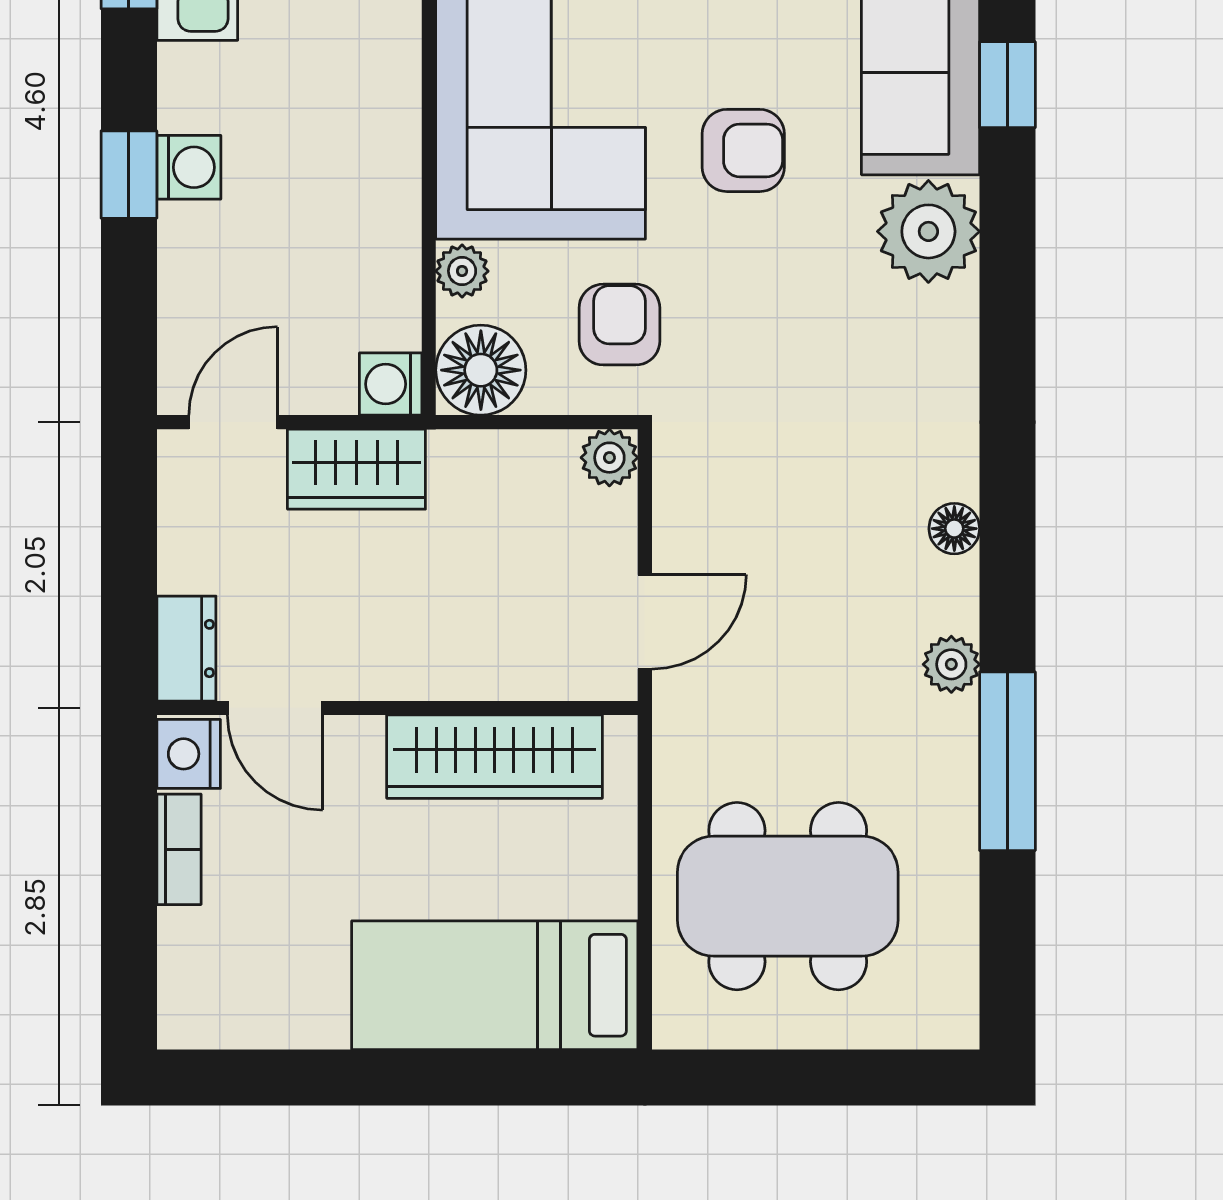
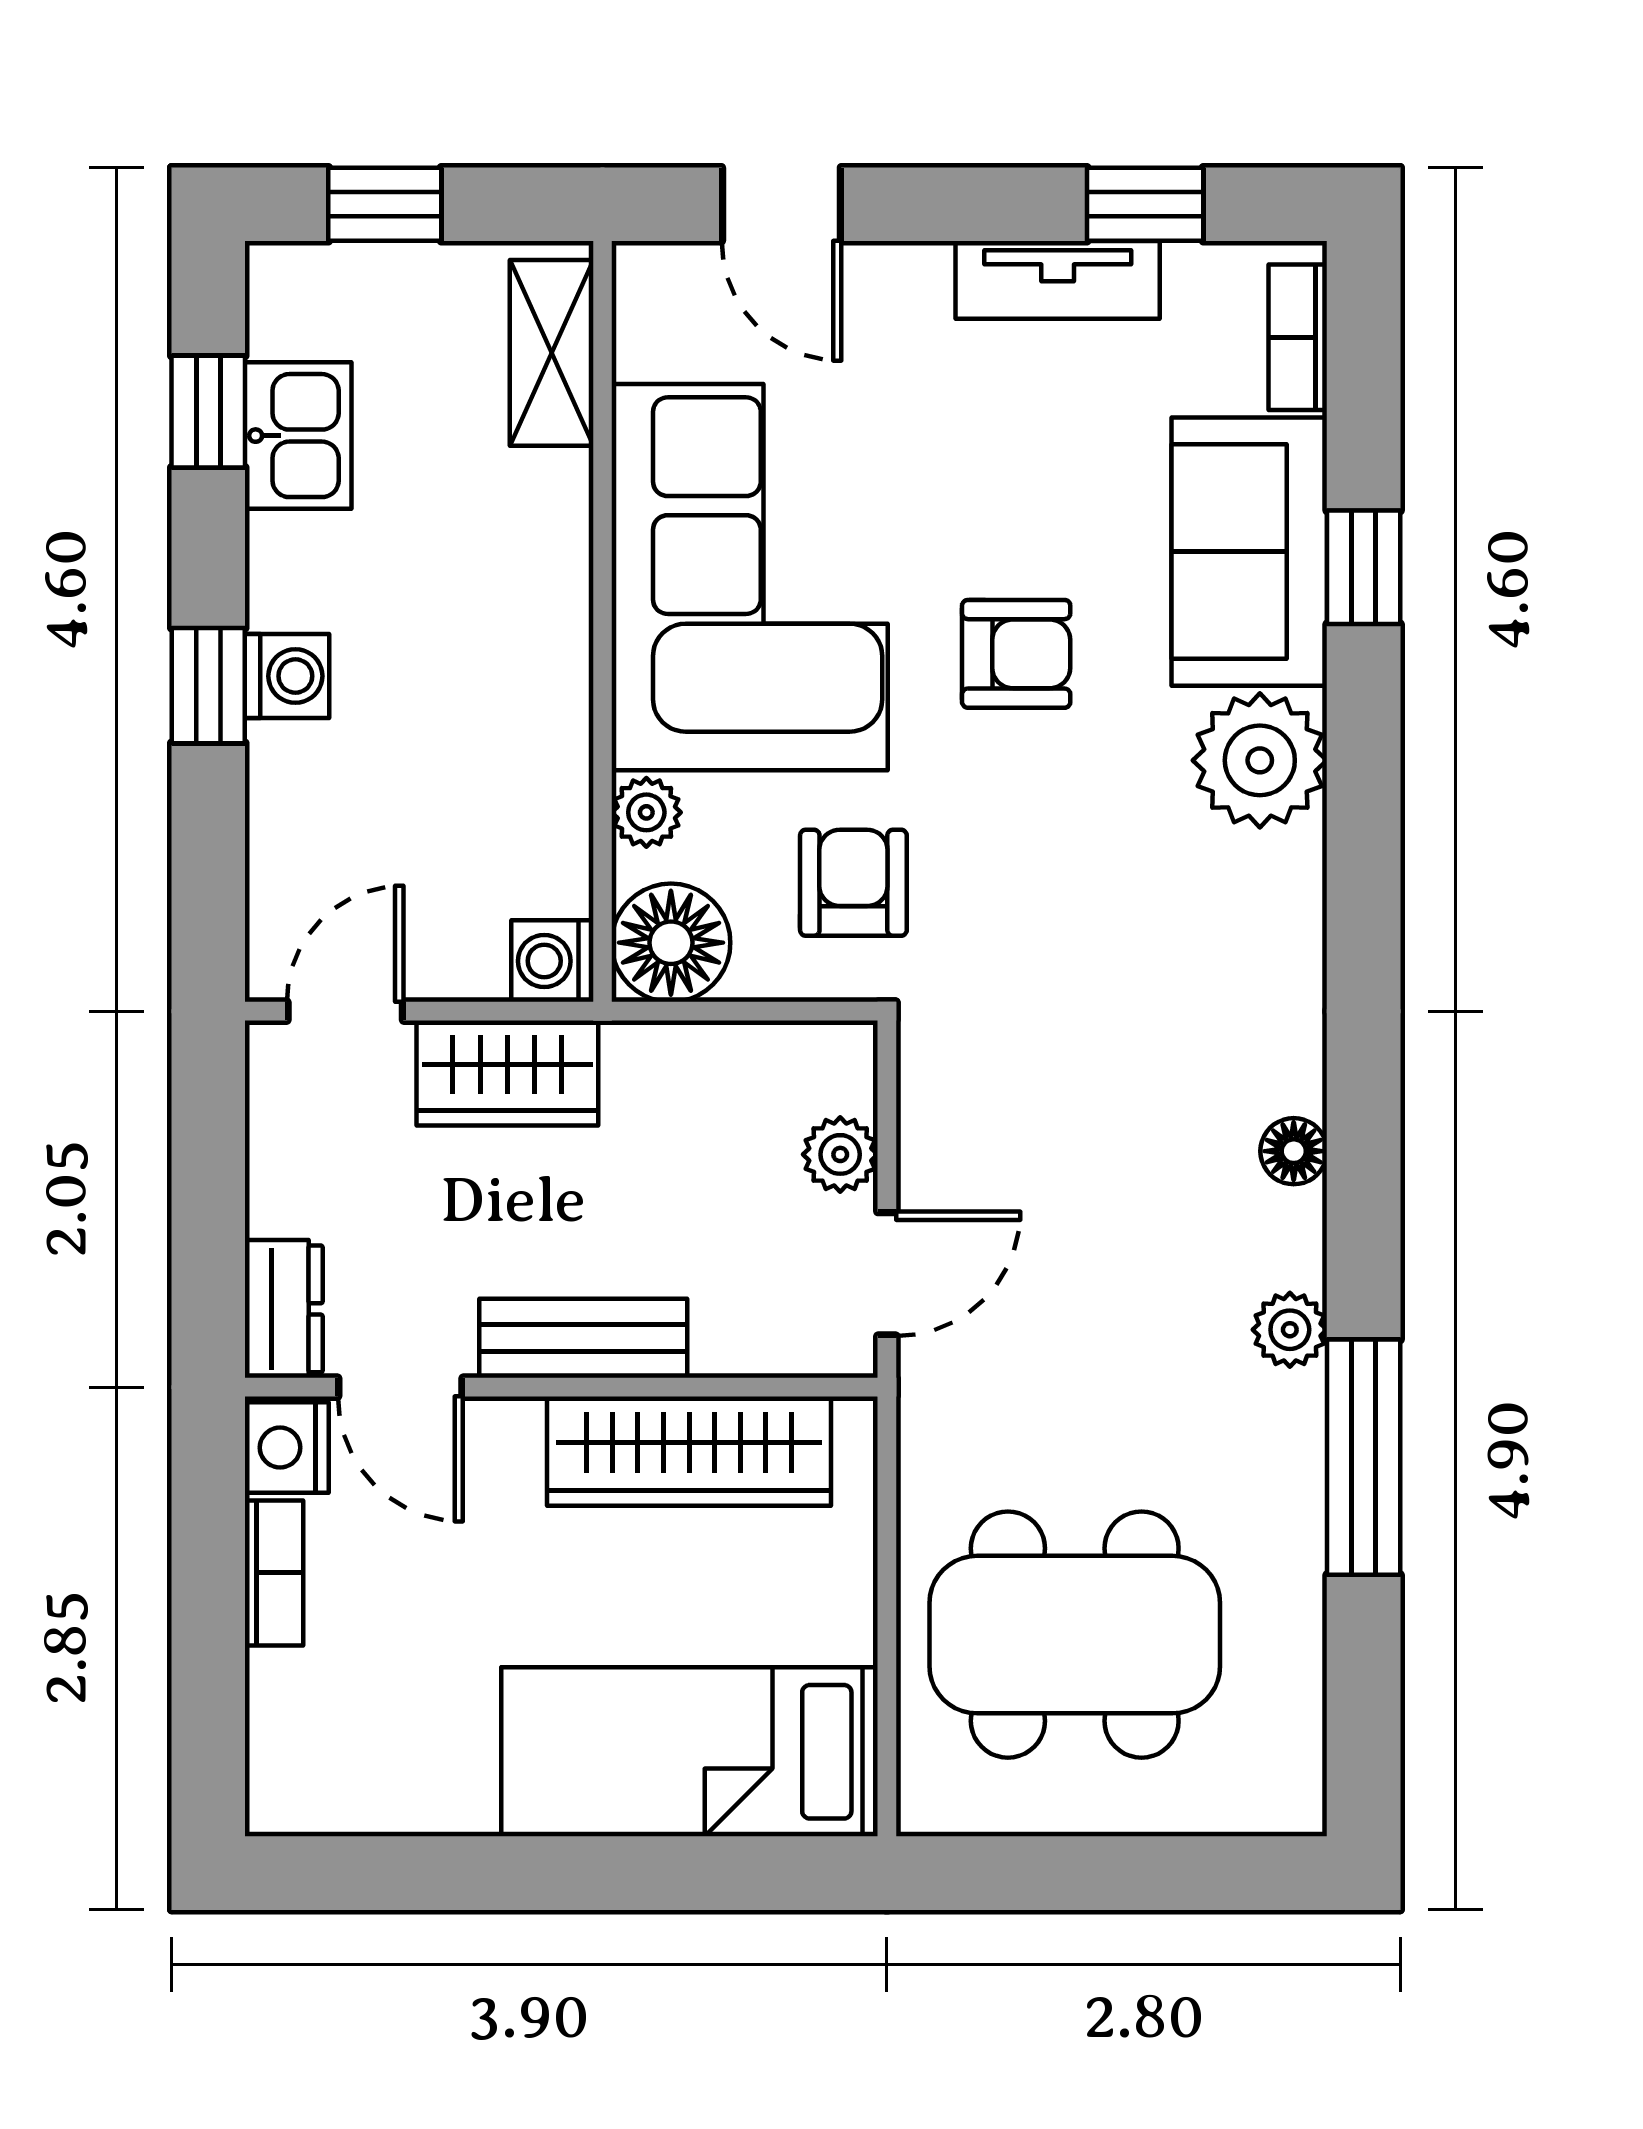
plant: (609, 458) -> (840, 1154), moved
bench: (414, 671) -> (583, 1338), added

